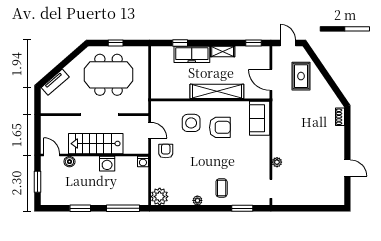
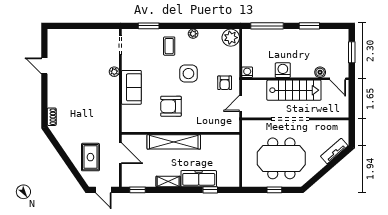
sofa: (260, 118) -> (131, 87), moved
side table: (191, 123) -> (188, 74), moved
door: (150, 130) -> (241, 103), hinge flipped

